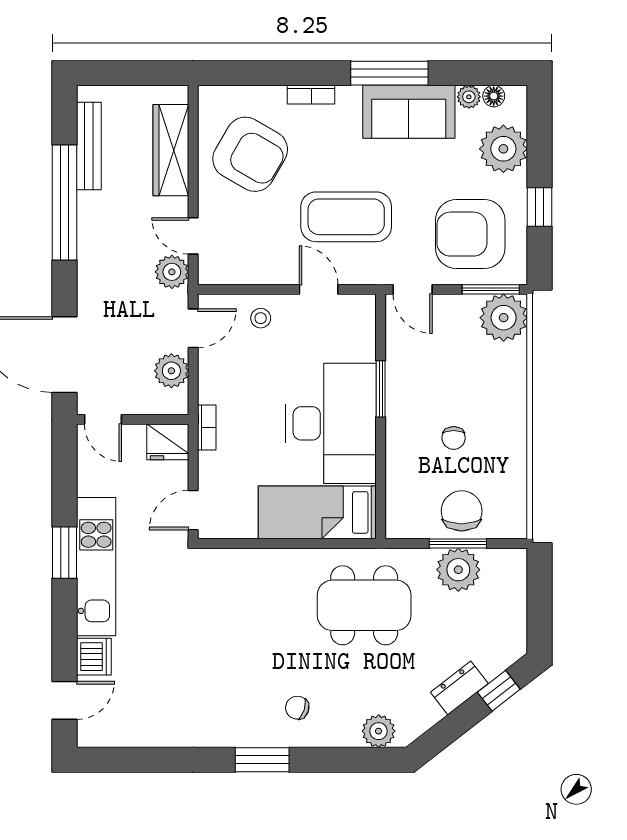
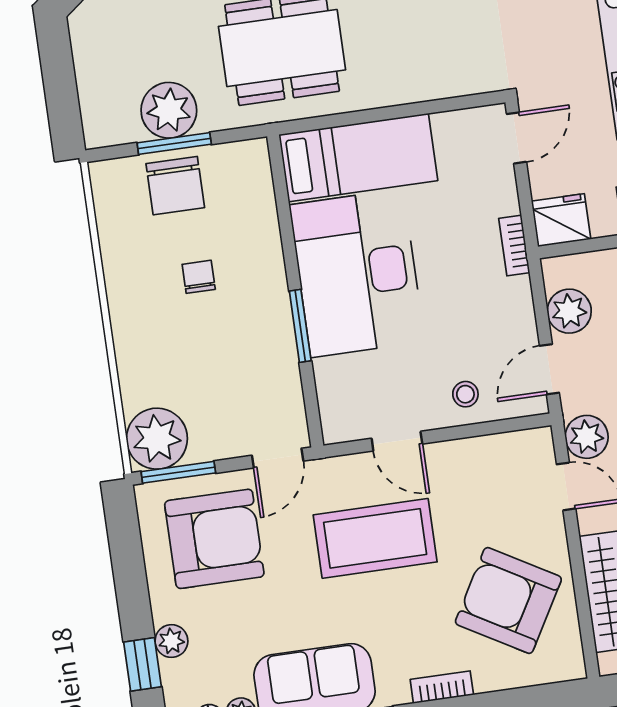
plant: (503, 149) -> (171, 641), width x0.53, depth x0.53
window: (539, 207) -> (143, 664), moved
door: (413, 289) -> (278, 458), swing flipped

